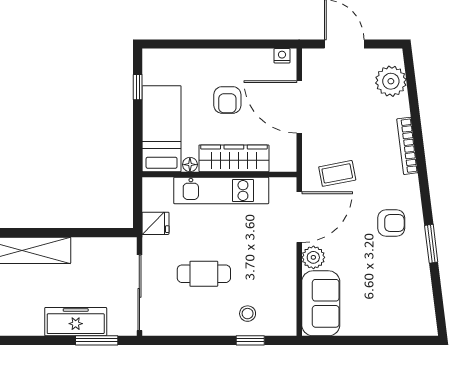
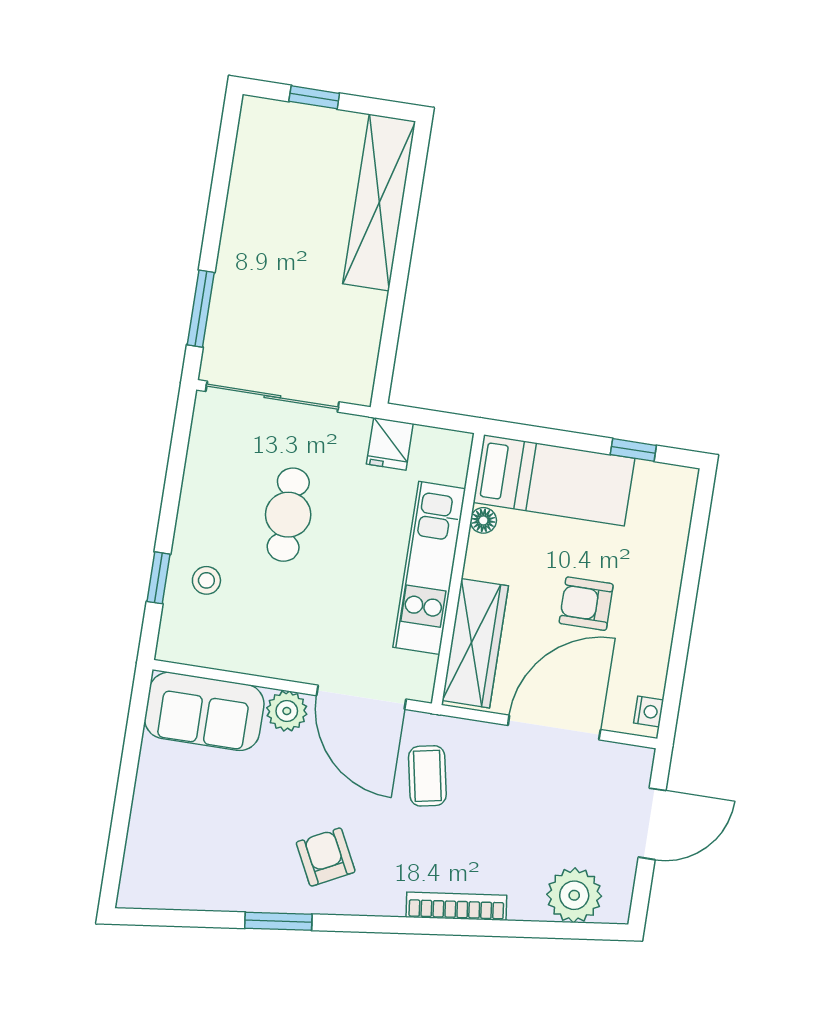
wardrobe: (234, 158) -> (475, 643), moved
armchair: (391, 223) -> (326, 857), turned 153
freezer: (76, 322) -> (239, 277), removed

